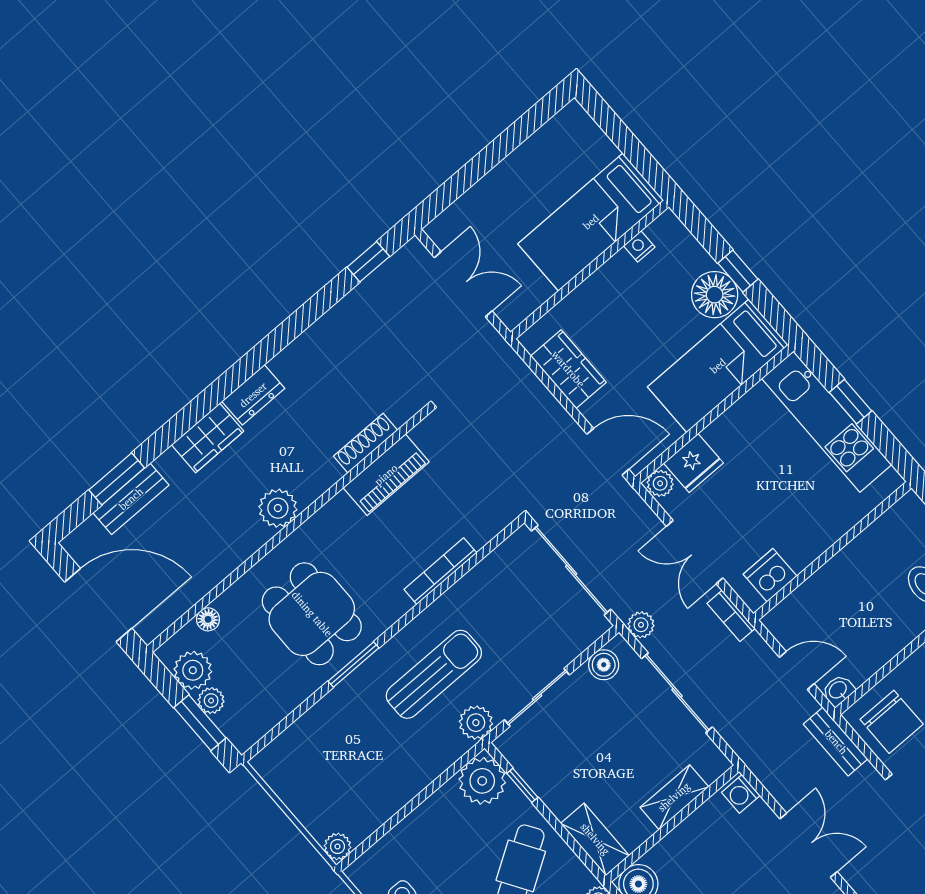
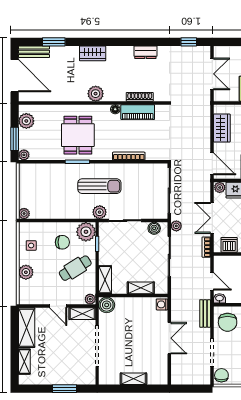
dresser: (253, 395) -> (145, 52), moved
bench: (131, 499) -> (34, 52), moved
floor lamp: (208, 619) -> (115, 109), moved
plant: (211, 701) -> (24, 155), moved
chair: (455, 838) -> (62, 242), added

